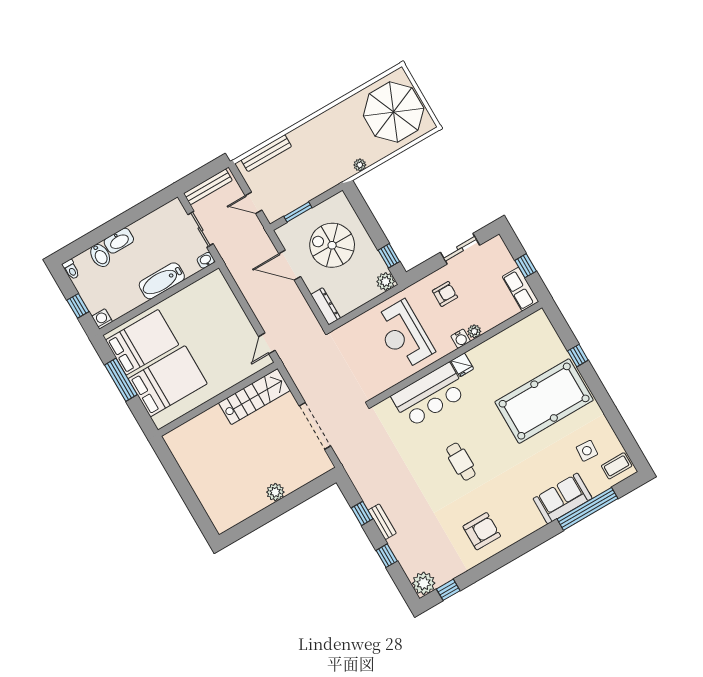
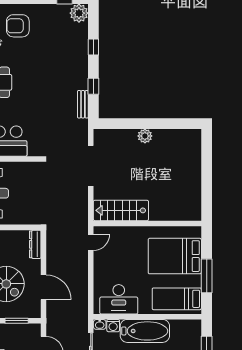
bathtub: (162, 281) -> (145, 331), width x1.36, depth x1.36
desk: (201, 299) -> (119, 299), added
washing machine: (102, 319) -> (113, 326), moved
bed: (142, 342) -> (177, 299), width x0.67
bench: (382, 522) -> (83, 104), moved

